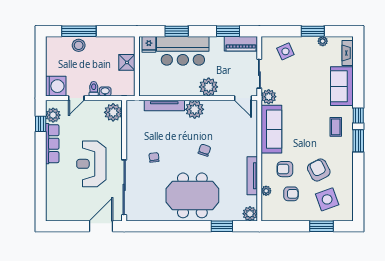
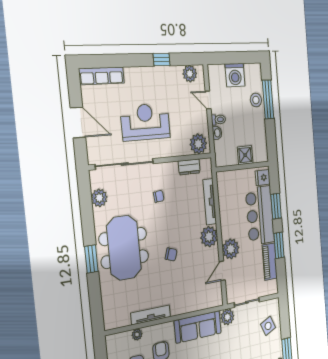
window: (228, 31) -> (279, 245), moved
piano: (241, 44) -> (270, 262), moved
washing machine: (56, 86) -> (235, 75), moved
door: (243, 98) -> (222, 271), moved
window: (41, 124) -> (161, 60), moved
dresser: (132, 124) -> (189, 167), added
row of seats: (52, 144) -> (102, 76), moved
plant: (250, 214) -> (99, 198), moved
door: (101, 226) -> (78, 123), moved
window: (222, 226) -> (91, 259), moved

